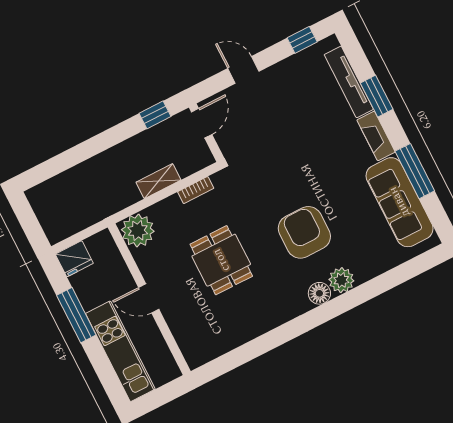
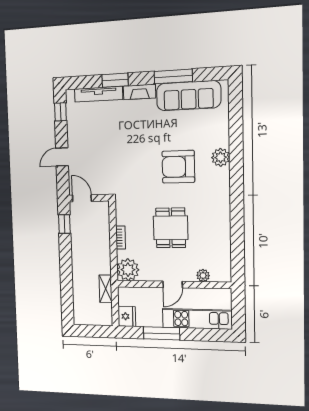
shelving: (158, 181) -> (106, 289), moved
bookcase: (196, 190) -> (121, 238), moved
dining table: (221, 260) -> (171, 228), turned 90
floor lamp: (319, 293) -> (222, 176), removed
plant: (181, 331) -> (203, 275), added

